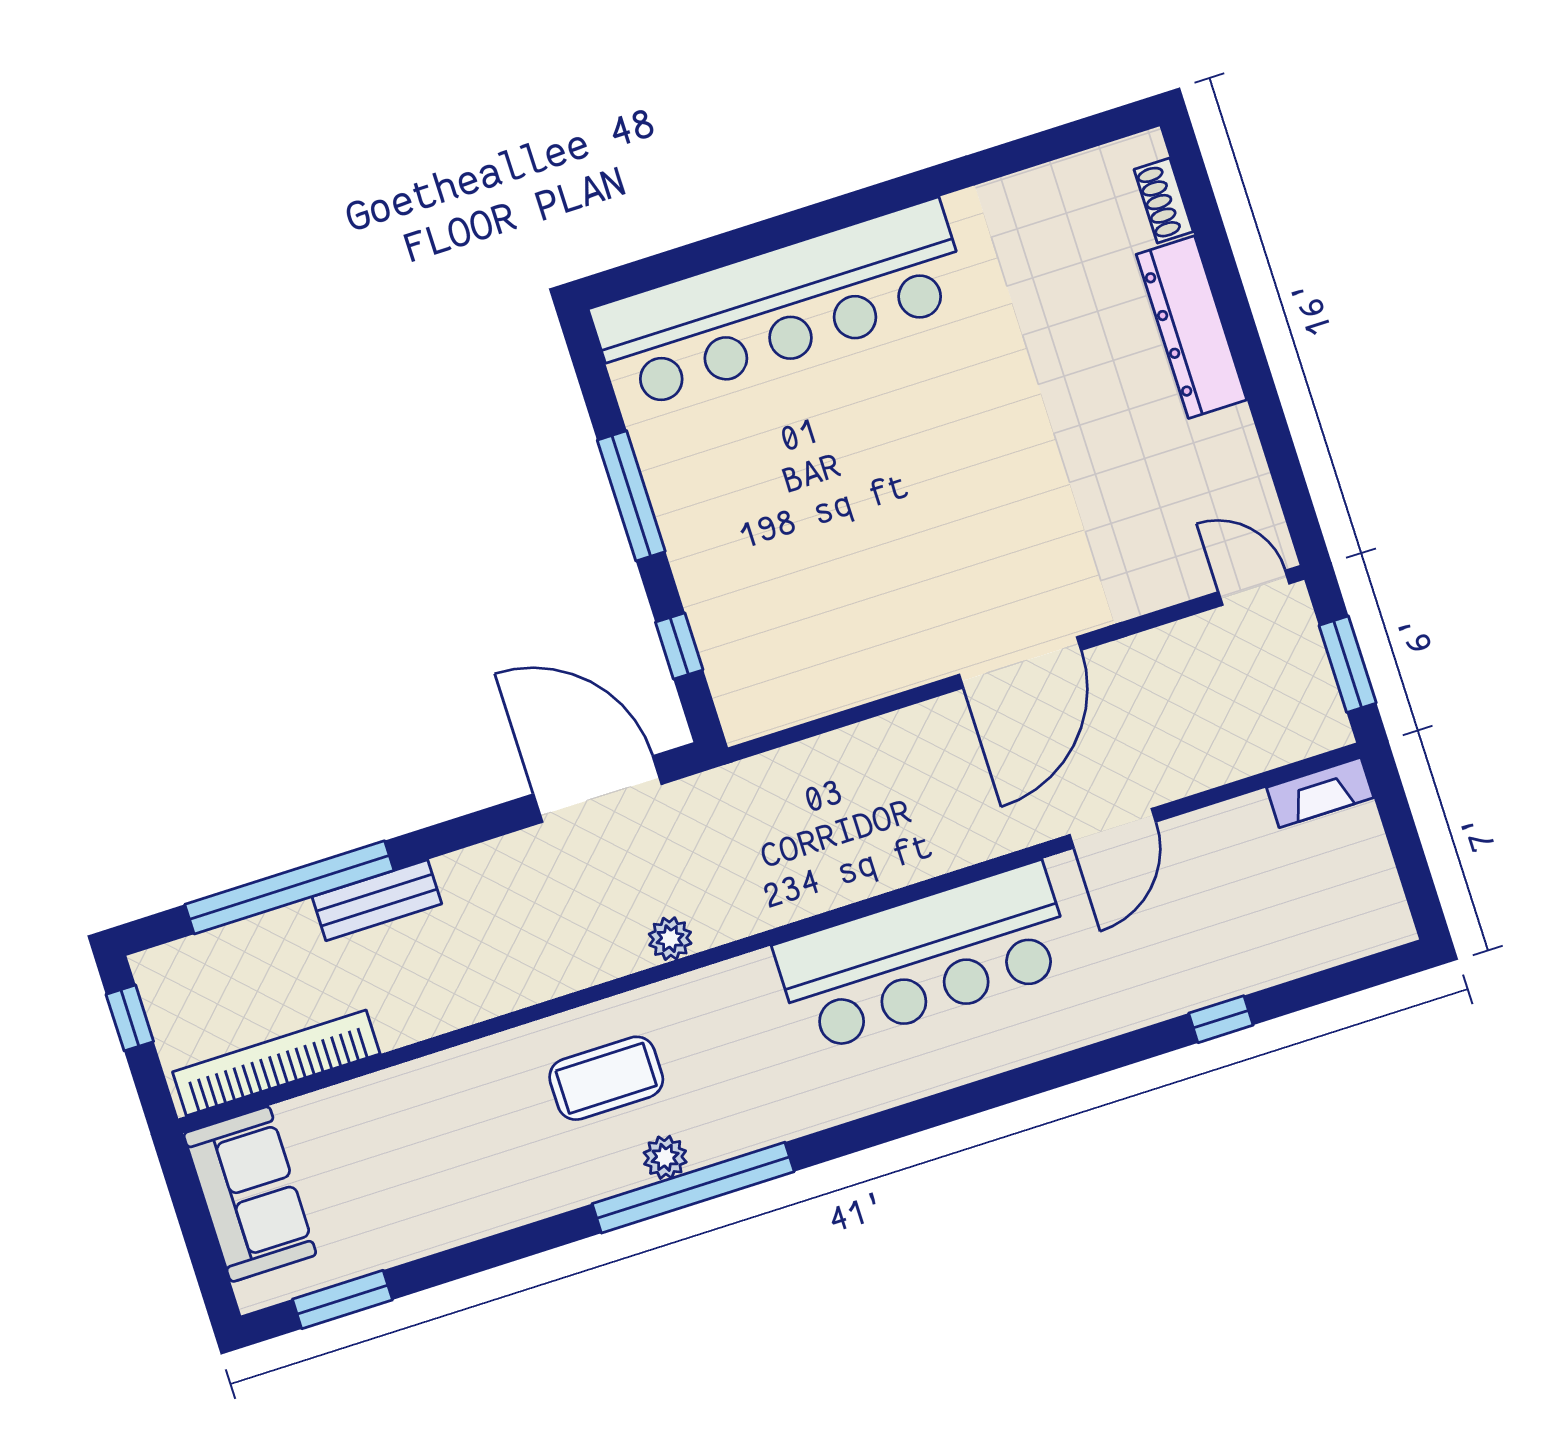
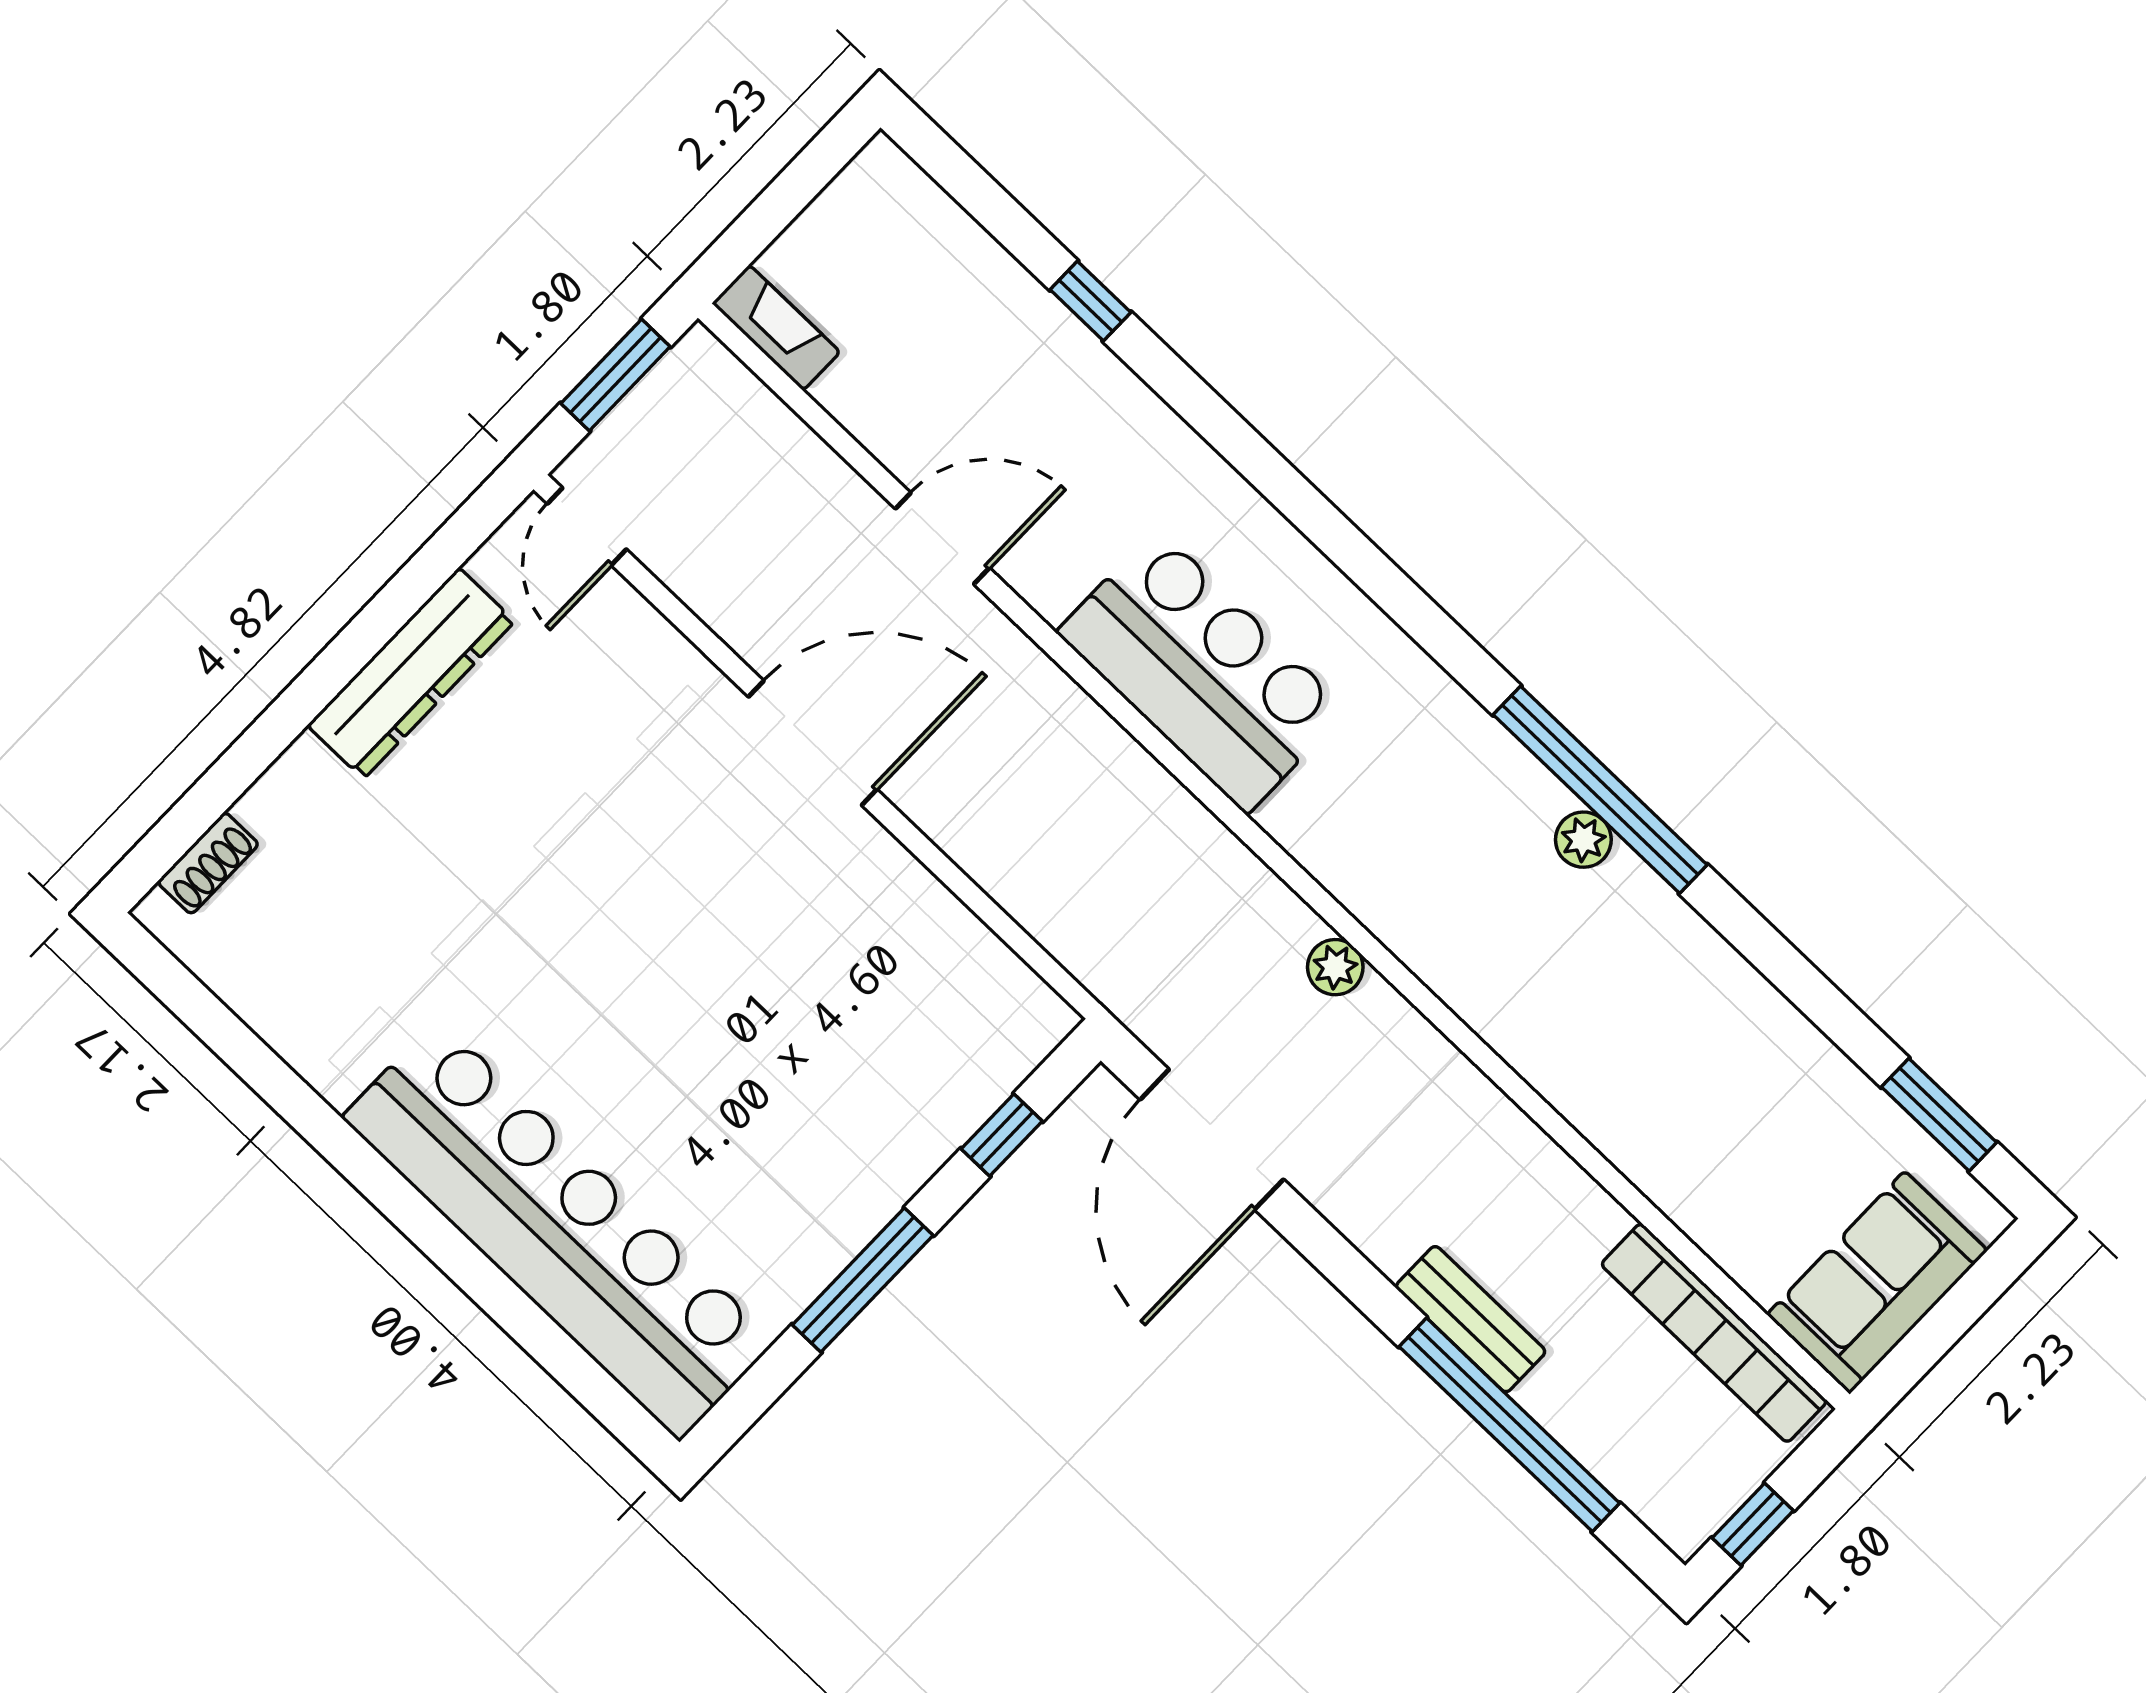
dresser: (1191, 327) -> (411, 673), moved
bar counter: (924, 957) -> (1202, 671), width x0.73
coffee table: (606, 1078) -> (1531, 954), removed

